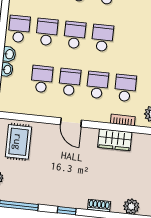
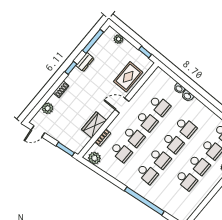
school desk: (19, 29) -> (147, 174), moved
rug: (18, 142) -> (128, 77), moved, turned 90
dresser: (49, 199) -> (85, 62), added

